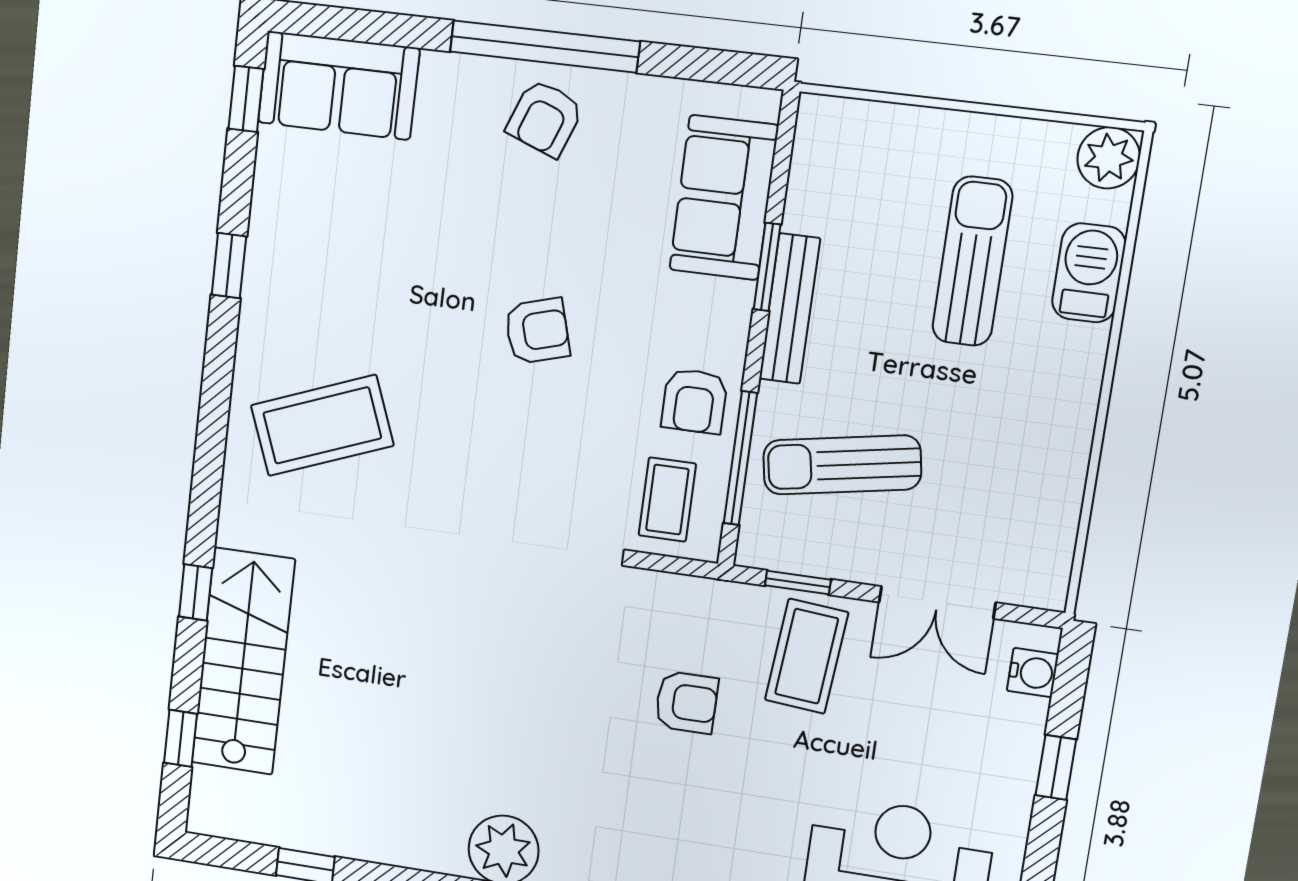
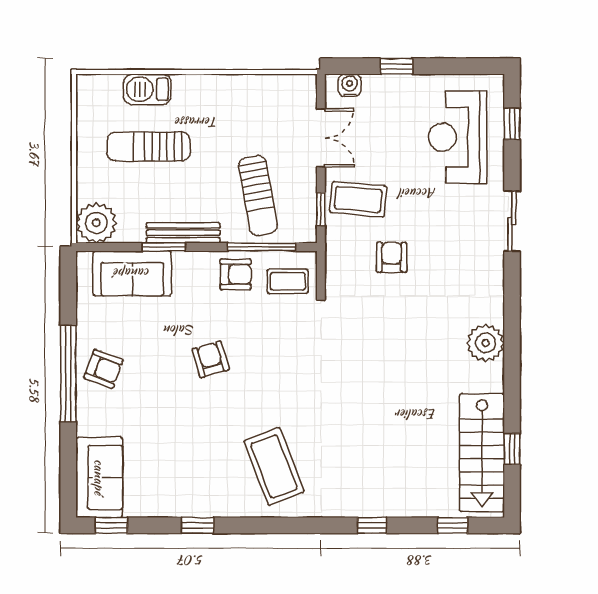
plant: (1109, 158) -> (96, 223), moved, width x1.36, depth x1.36
stairs: (243, 661) -> (482, 453), moved, turned -90

